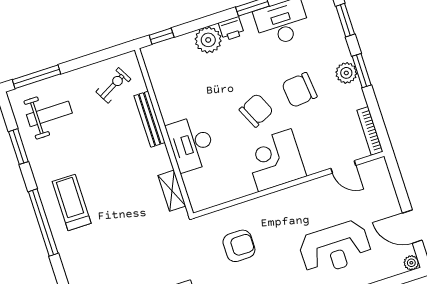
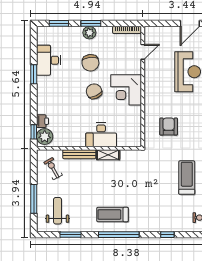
printer: (231, 29) -> (42, 121), moved
plant: (208, 40) -> (45, 137), moved
window: (37, 77) -> (34, 199), moved
shelving: (172, 191) -> (108, 155), moved

